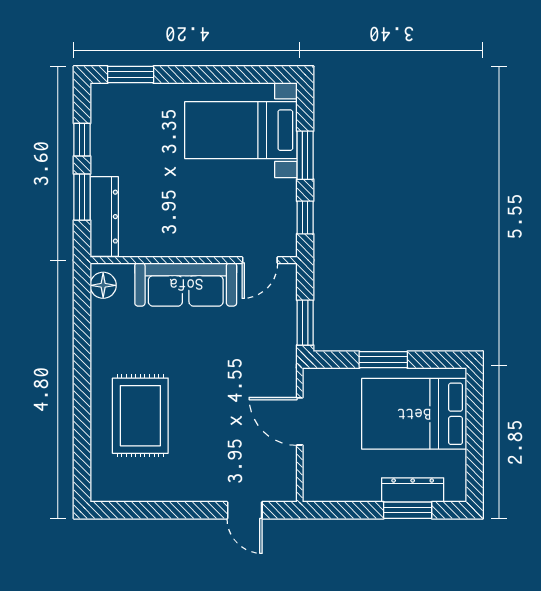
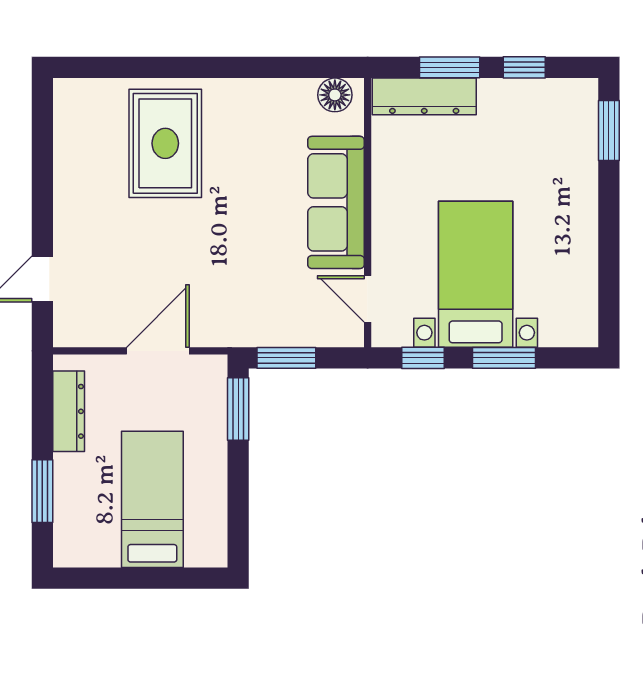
bed with nightstands: (241, 130) -> (476, 274), moved
window: (383, 360) -> (238, 409), moved
bed: (414, 414) -> (152, 499), width x0.67
rug: (140, 416) -> (165, 143), turned 90
dresser: (413, 490) -> (69, 411), moved

